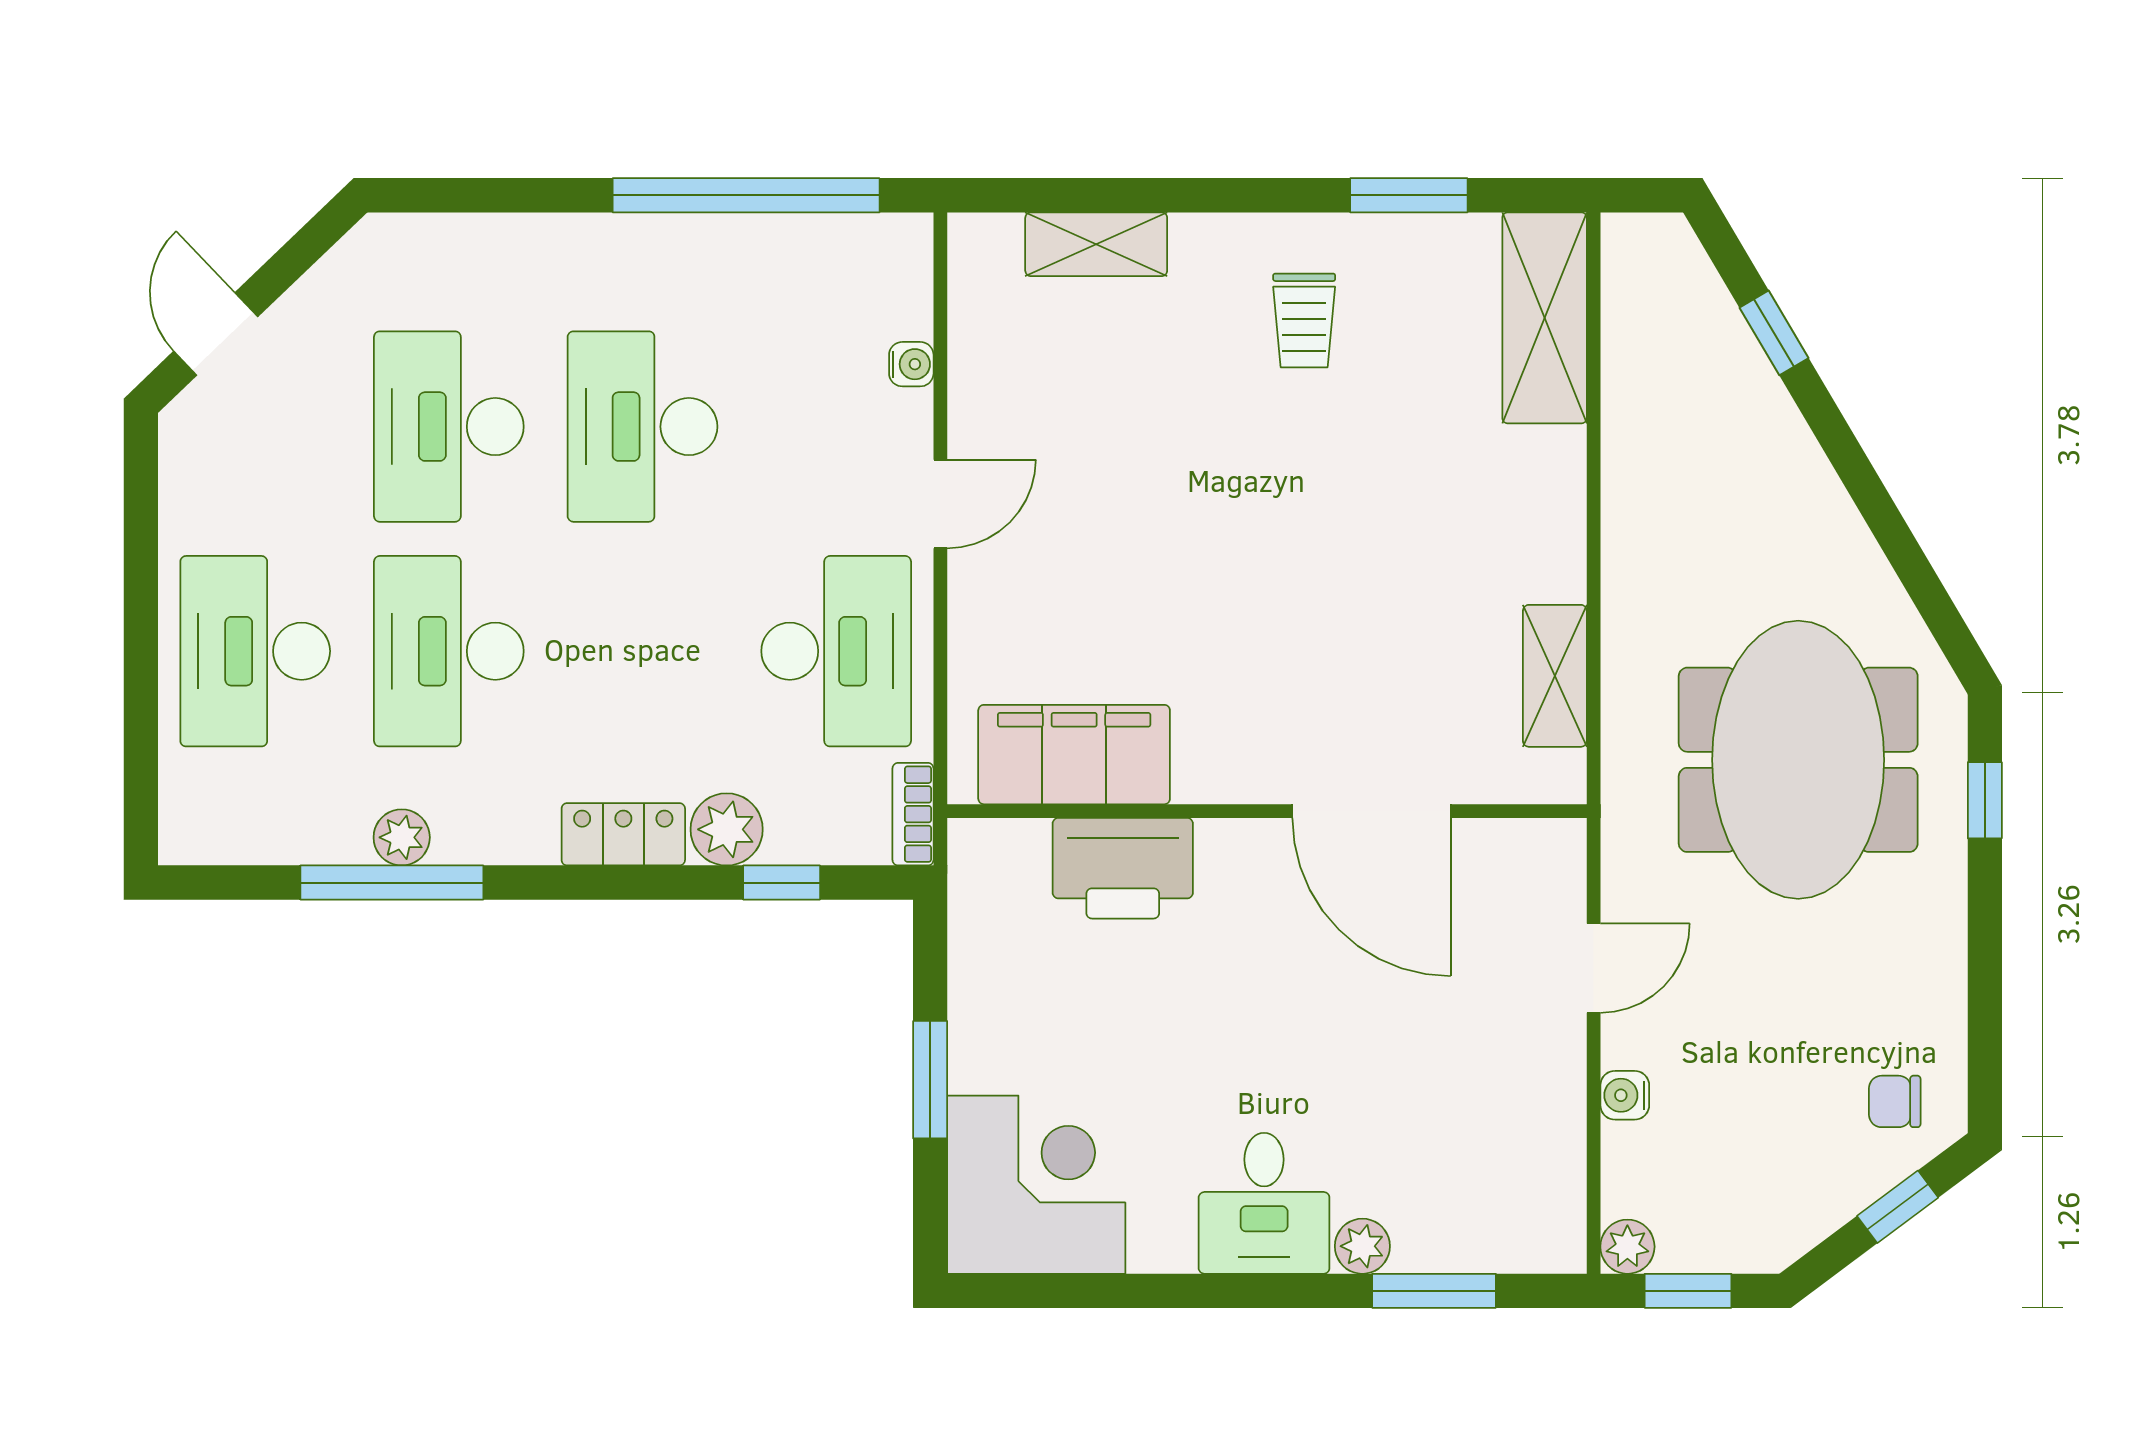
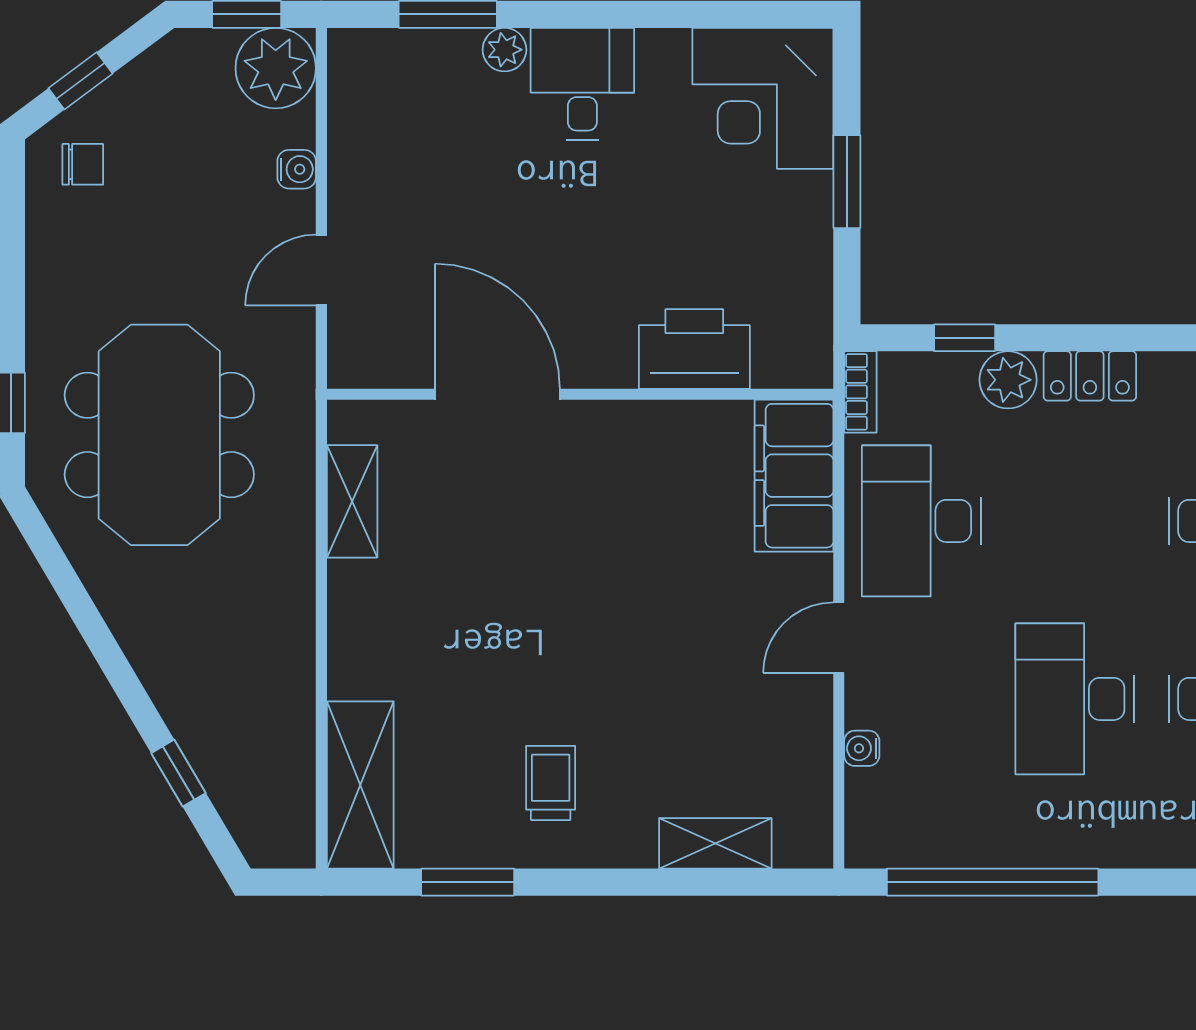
desk: (643, 427) -> (1075, 699), turned 180
filing cabinet: (1074, 755) -> (794, 476), moved, turned 90
plant: (1627, 1247) -> (276, 68), width x1.88, depth x1.88

